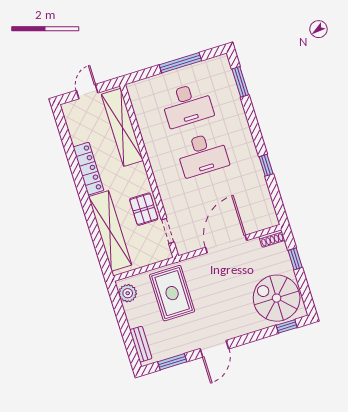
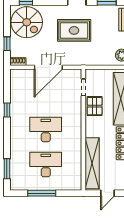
rug: (172, 293) -> (74, 30), moved, turned 90

